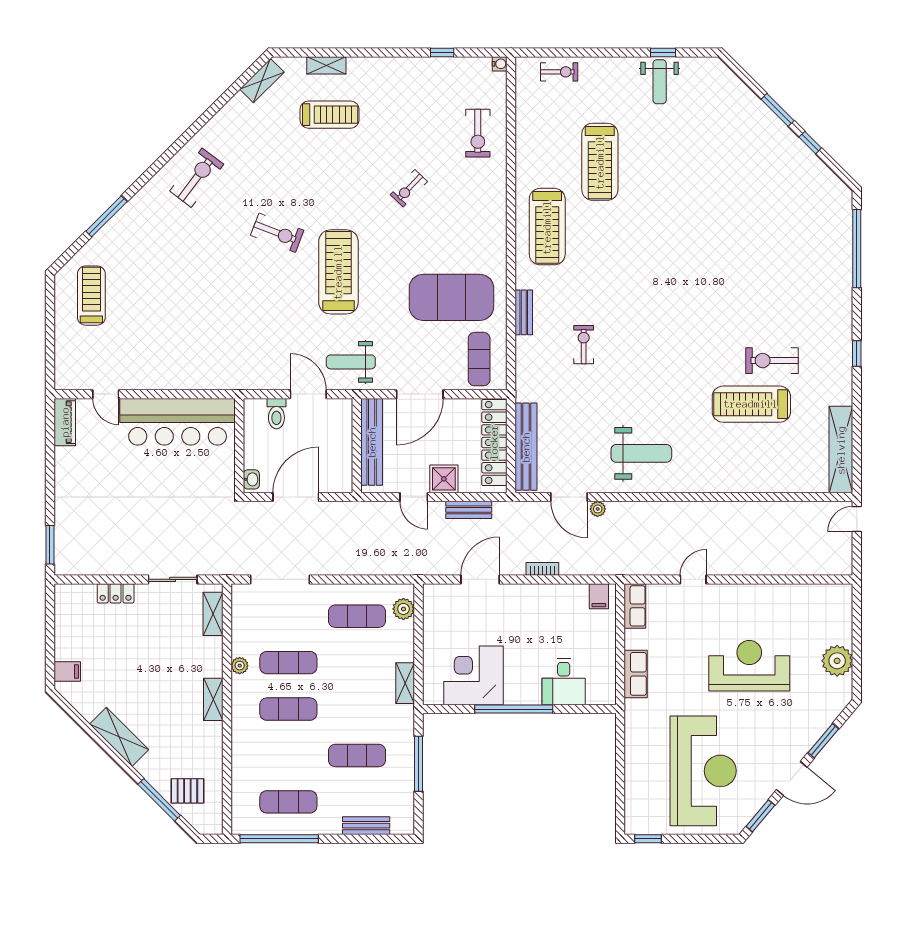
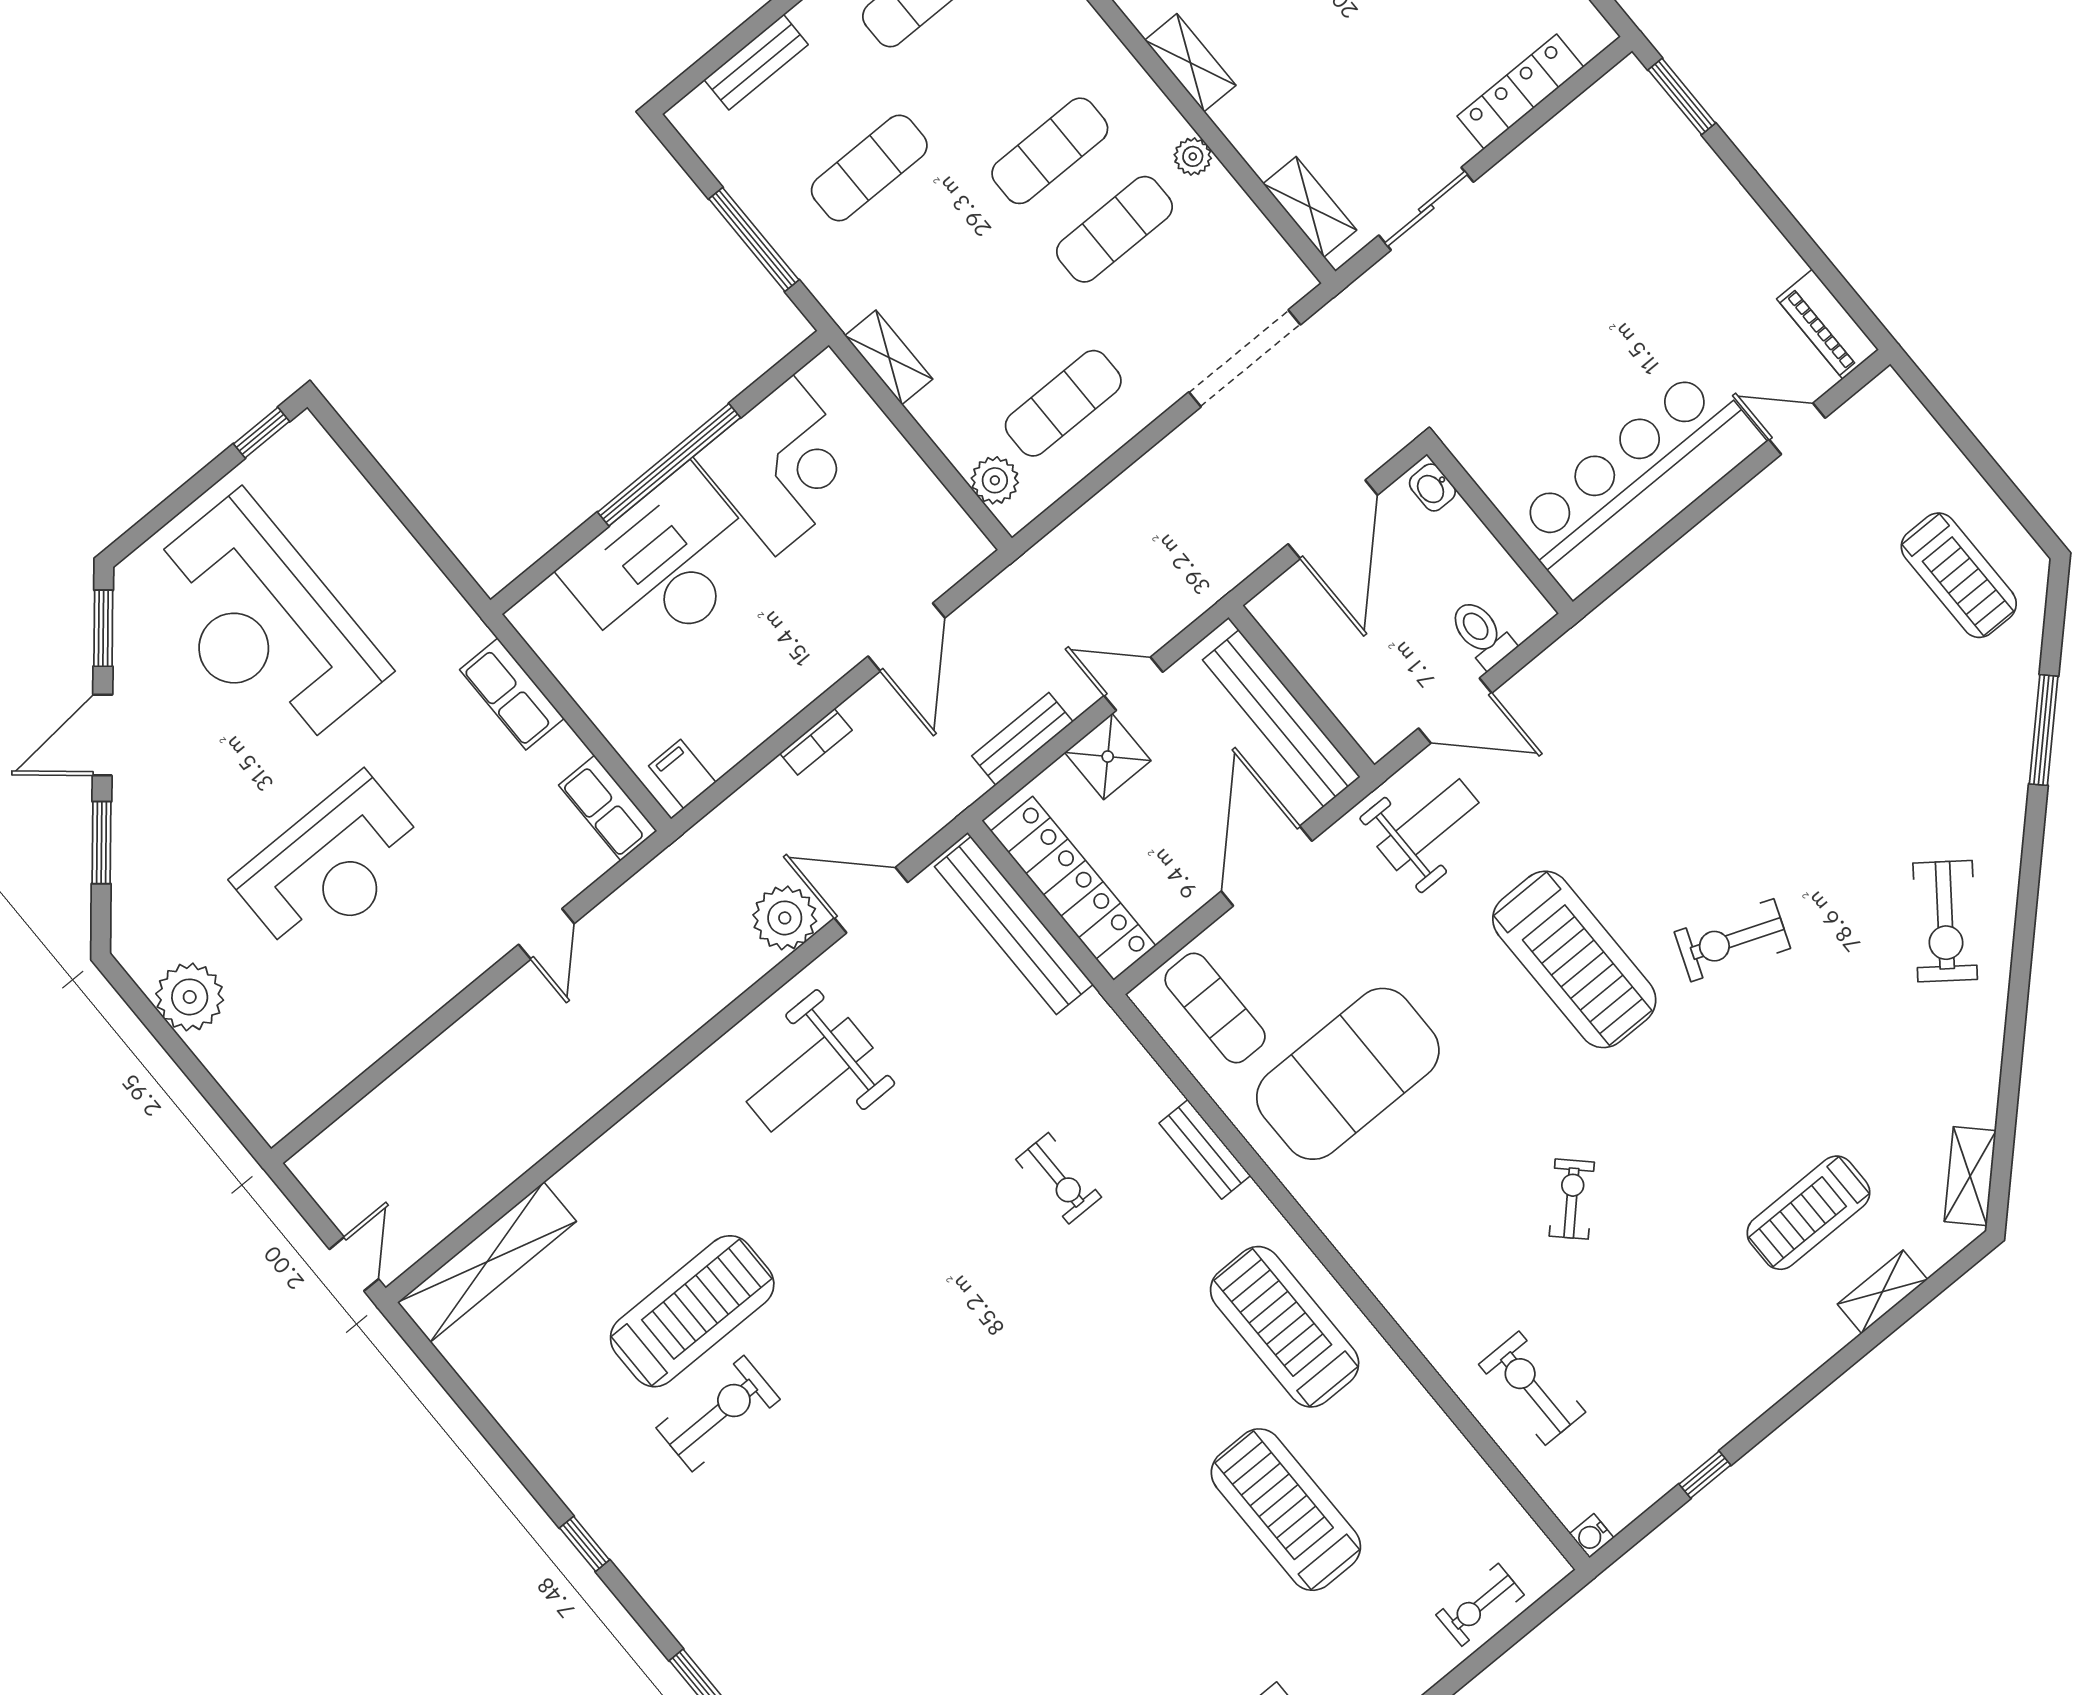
shelving: (841, 450) -> (487, 1262), moved, turned 90
plant: (598, 509) -> (785, 918), width x1.88, depth x1.88
locker: (116, 593) -> (1520, 92), width x1.53
desk: (564, 682) -> (664, 566), width x1.87, depth x1.30

